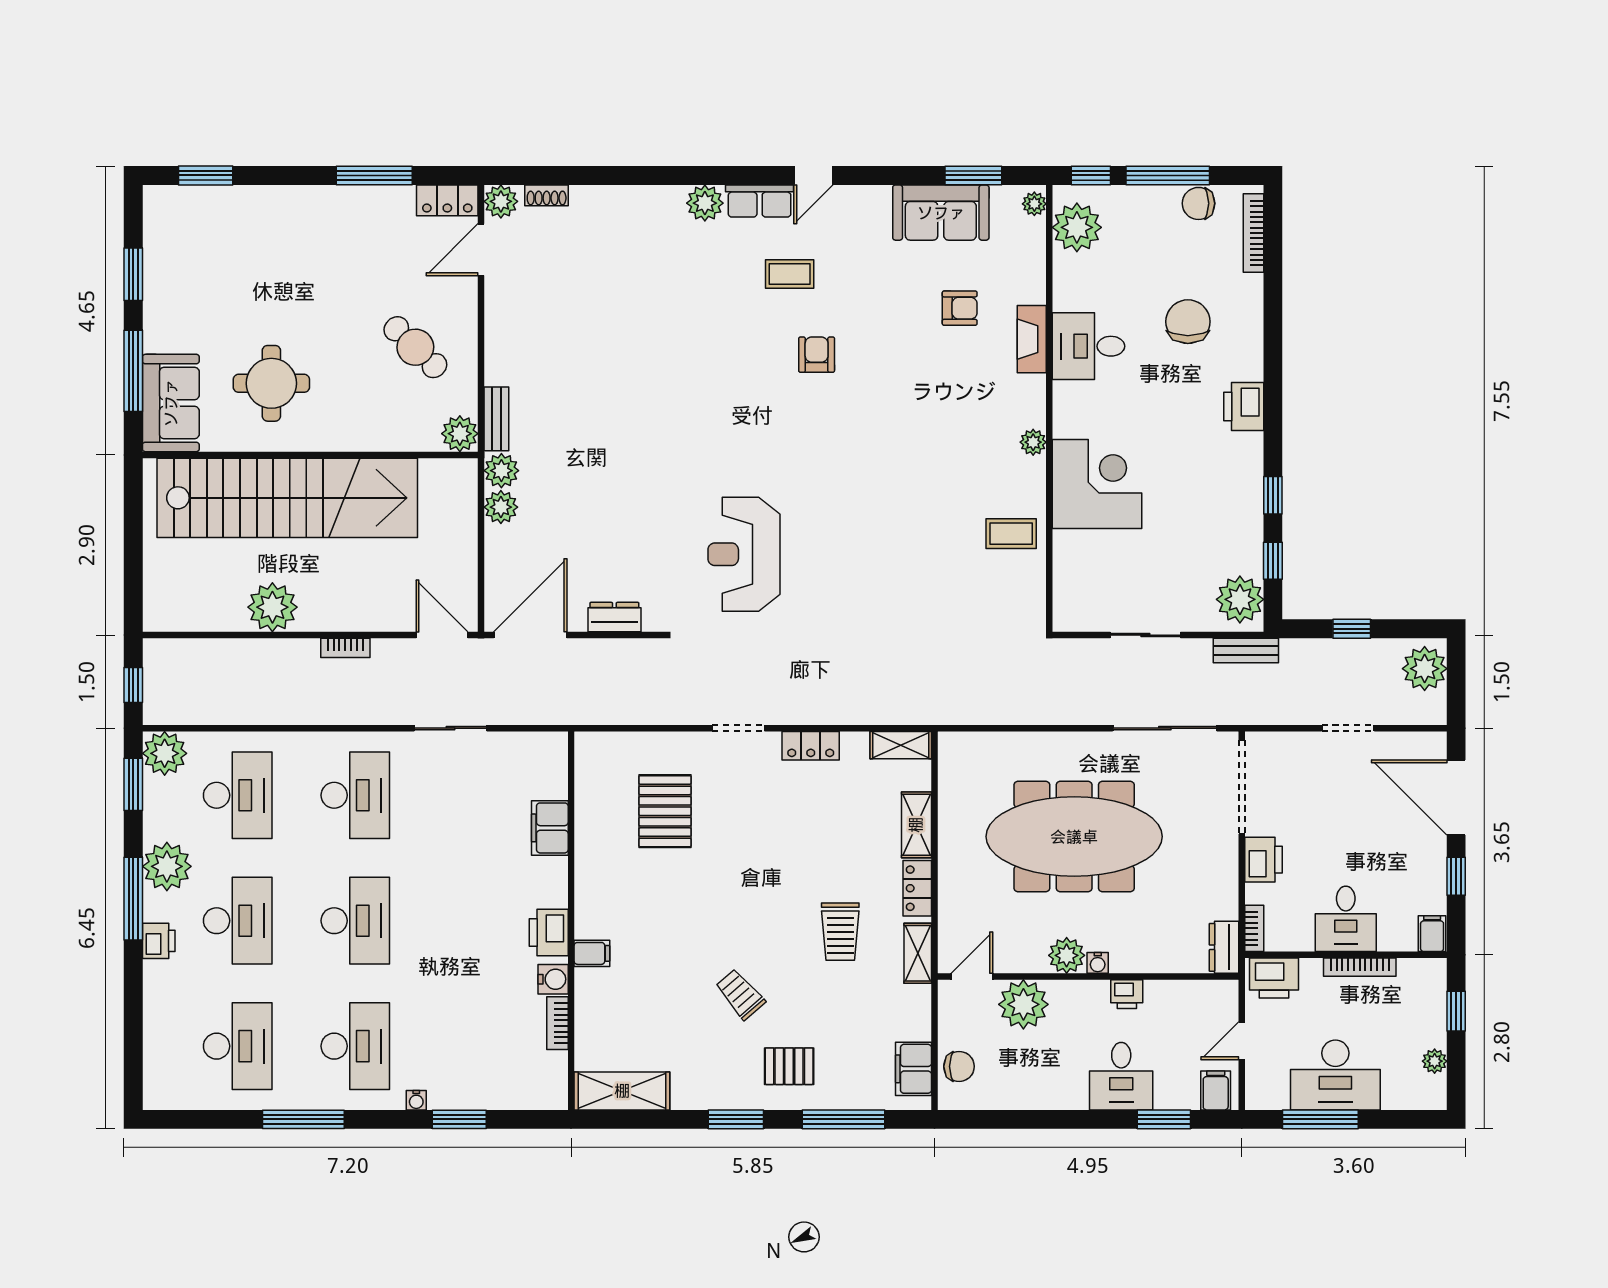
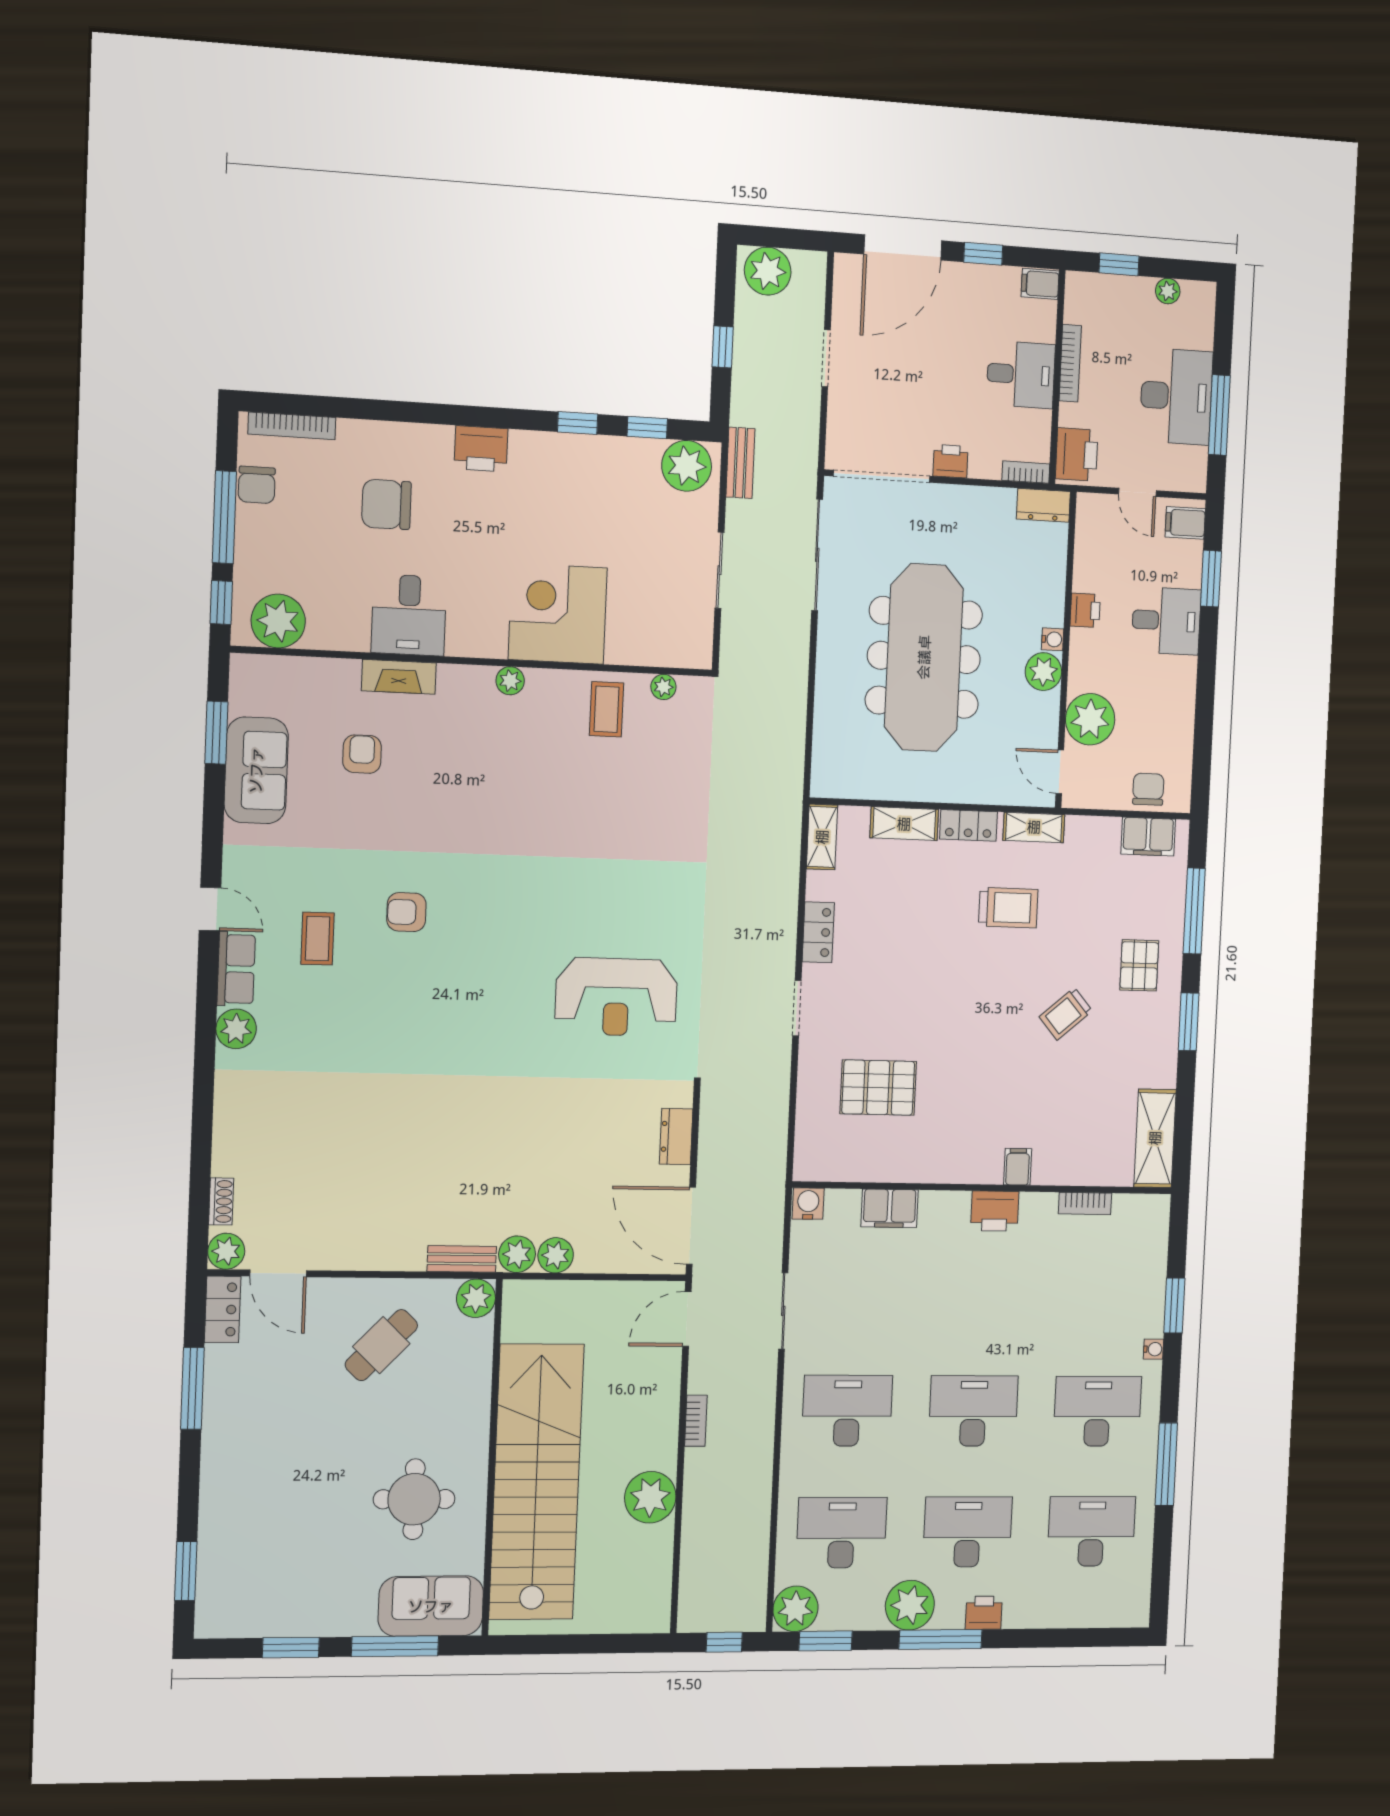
plant: (1034, 204) -> (663, 687), moved
printer: (1264, 860) -> (950, 461), width x0.73, depth x0.81
water cooler: (553, 979) -> (808, 1204), moved

